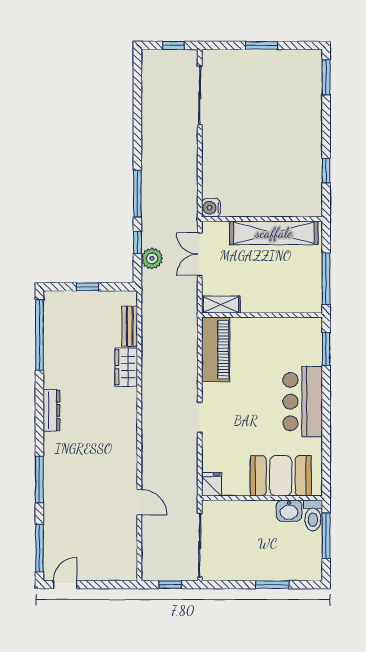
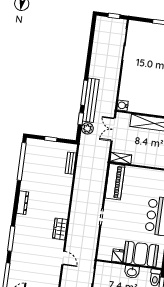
bench: (151, 206) -> (91, 100), added
wardrobe: (126, 367) -> (60, 229), moved
fridge: (211, 484) -> (118, 256), moved
washbasin: (289, 511) -> (132, 272), moved

